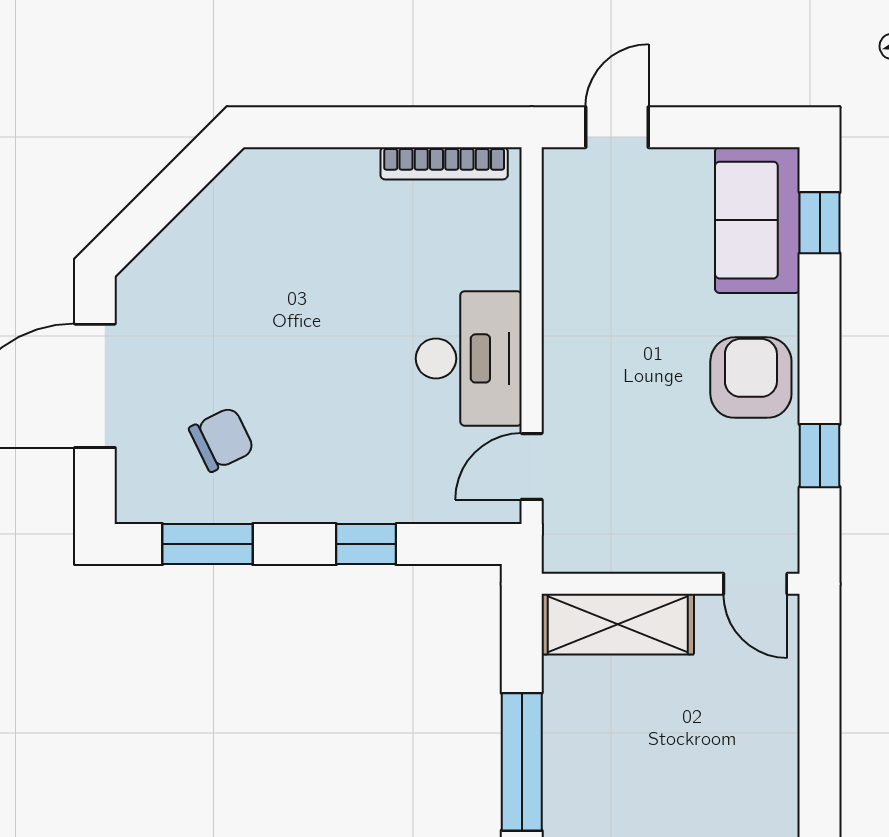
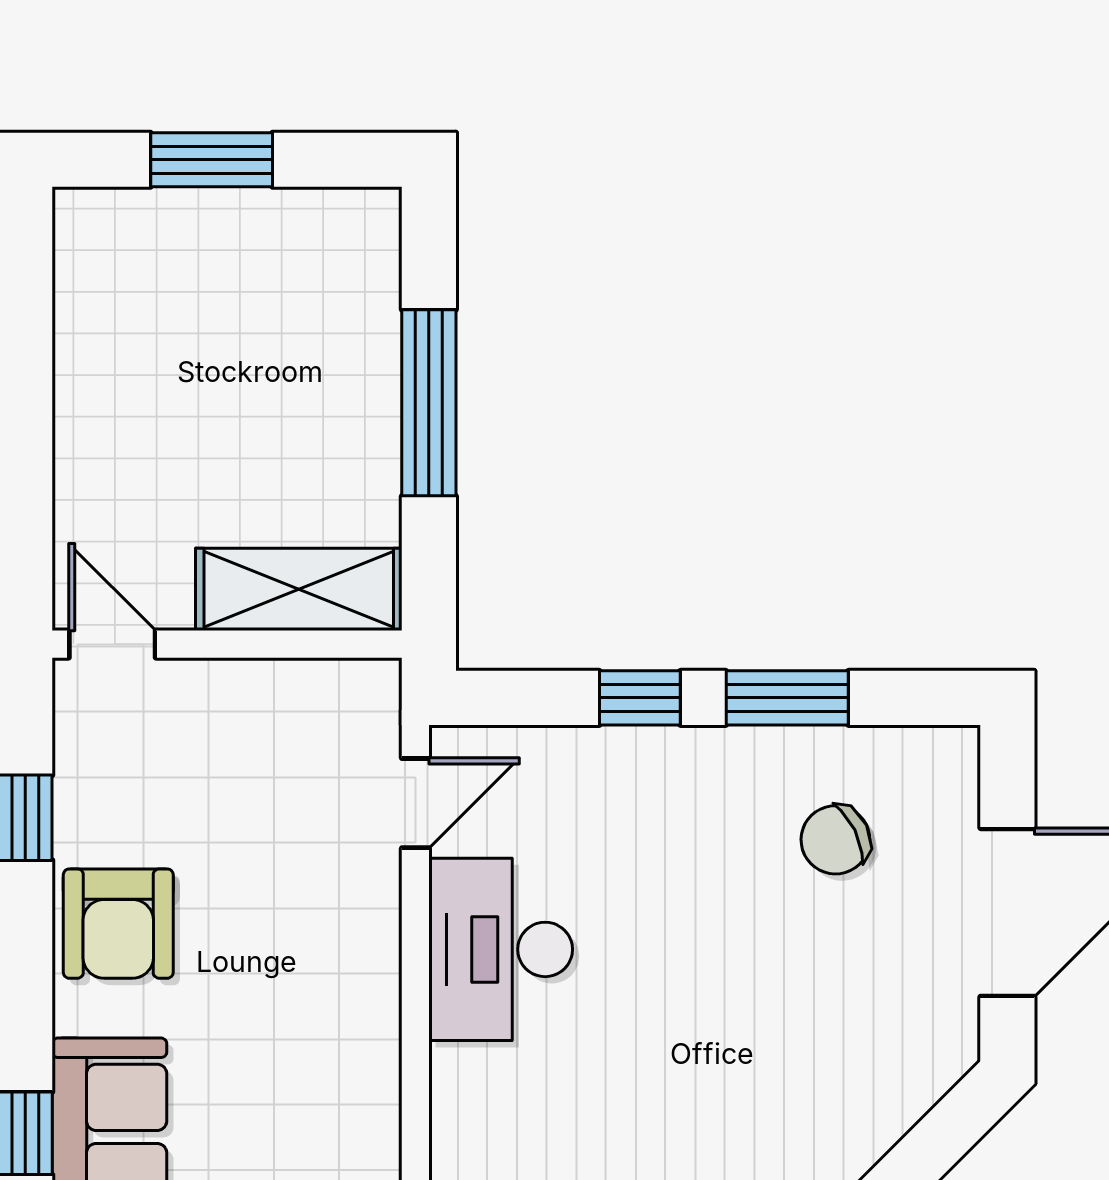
window: (208, 544) -> (787, 698), moved

